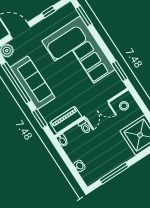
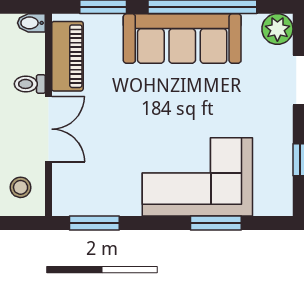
window: (84, 16) -> (216, 223), moved
corner sofa: (78, 55) -> (197, 177), width x0.73, depth x0.74
double door: (96, 109) -> (49, 129), swing flipped

